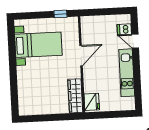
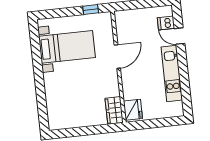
wardrobe: (75, 96) -> (114, 110), width x0.67

